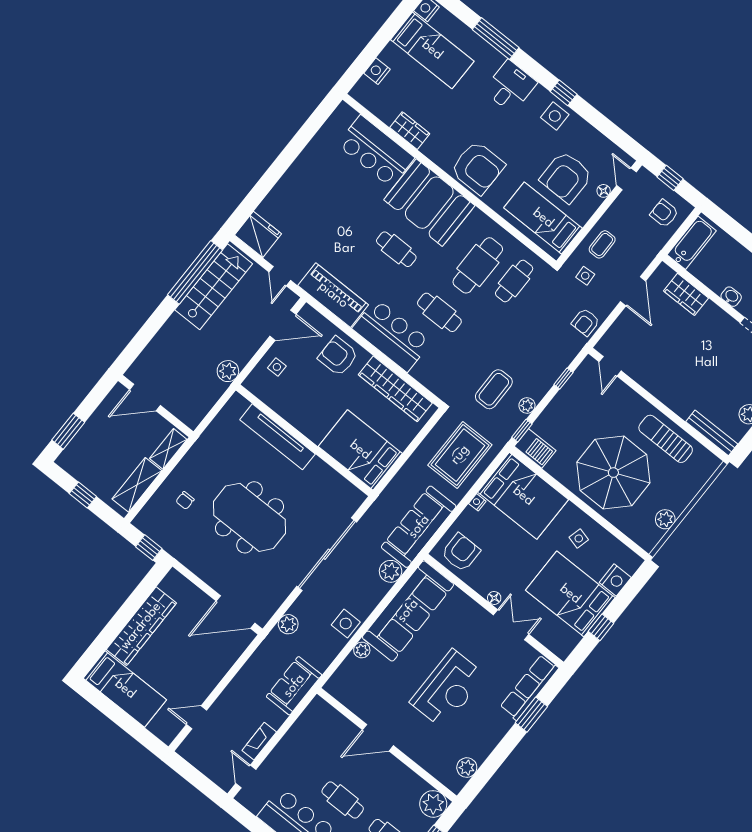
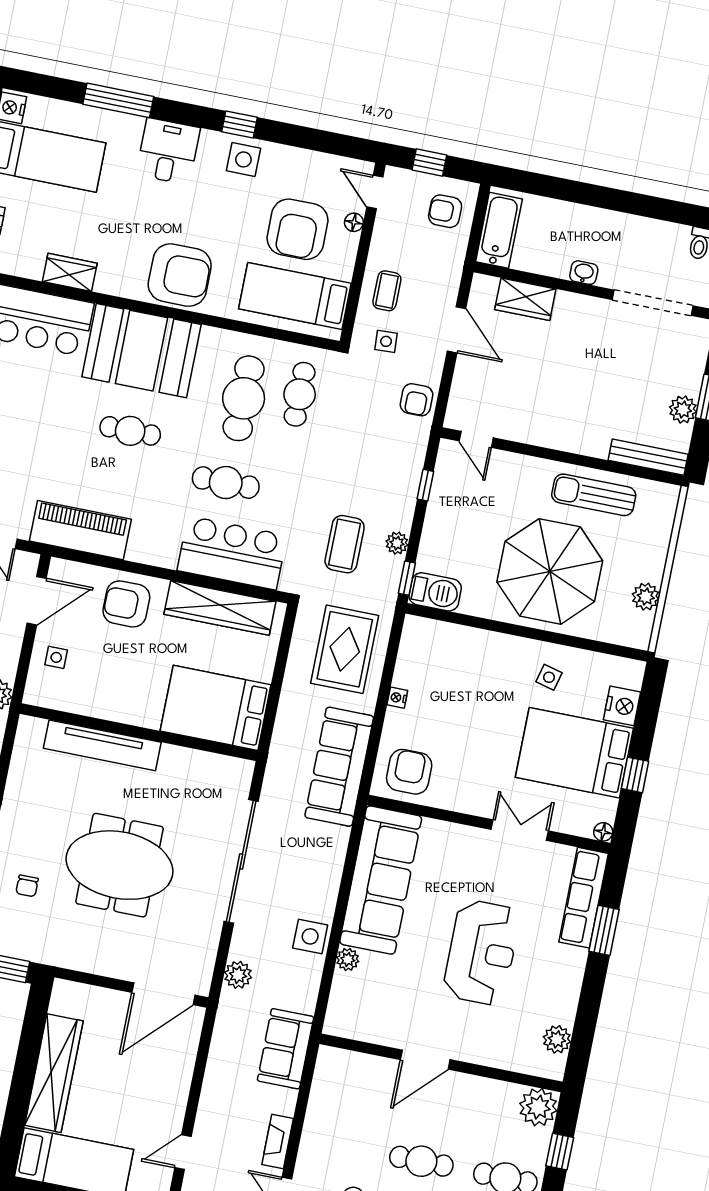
bar counter: (392, 335) -> (232, 553), moved
bed: (523, 496) -> (451, 660), removed
plant: (391, 571) -> (333, 841), removed
floor lamp: (494, 598) -> (603, 832), moved

